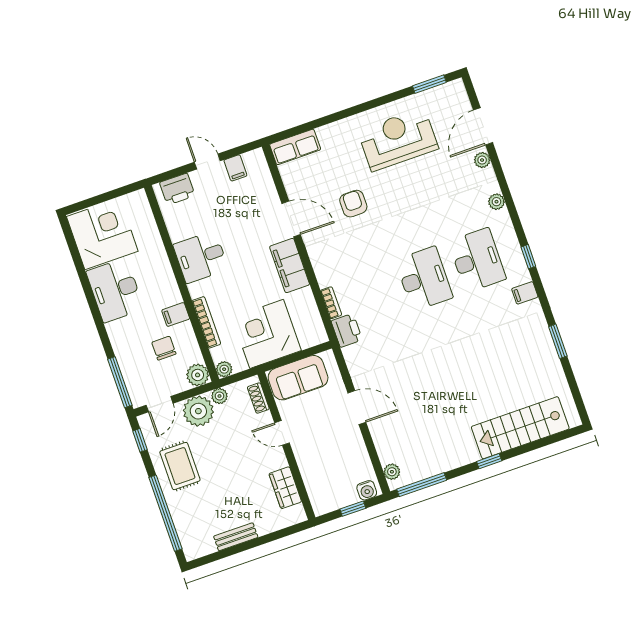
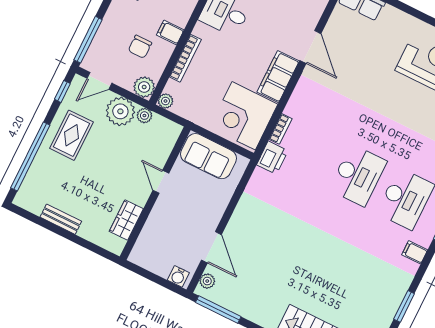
armchair: (353, 204) -> (362, 79), removed
corner desk: (267, 334) -> (244, 116), moved, turned -90
chair: (164, 348) -> (140, 47), turned 180
shoe rack: (258, 398) -> (169, 143), removed
door: (357, 408) -> (211, 247), moved
window: (353, 509) -> (157, 279), removed

